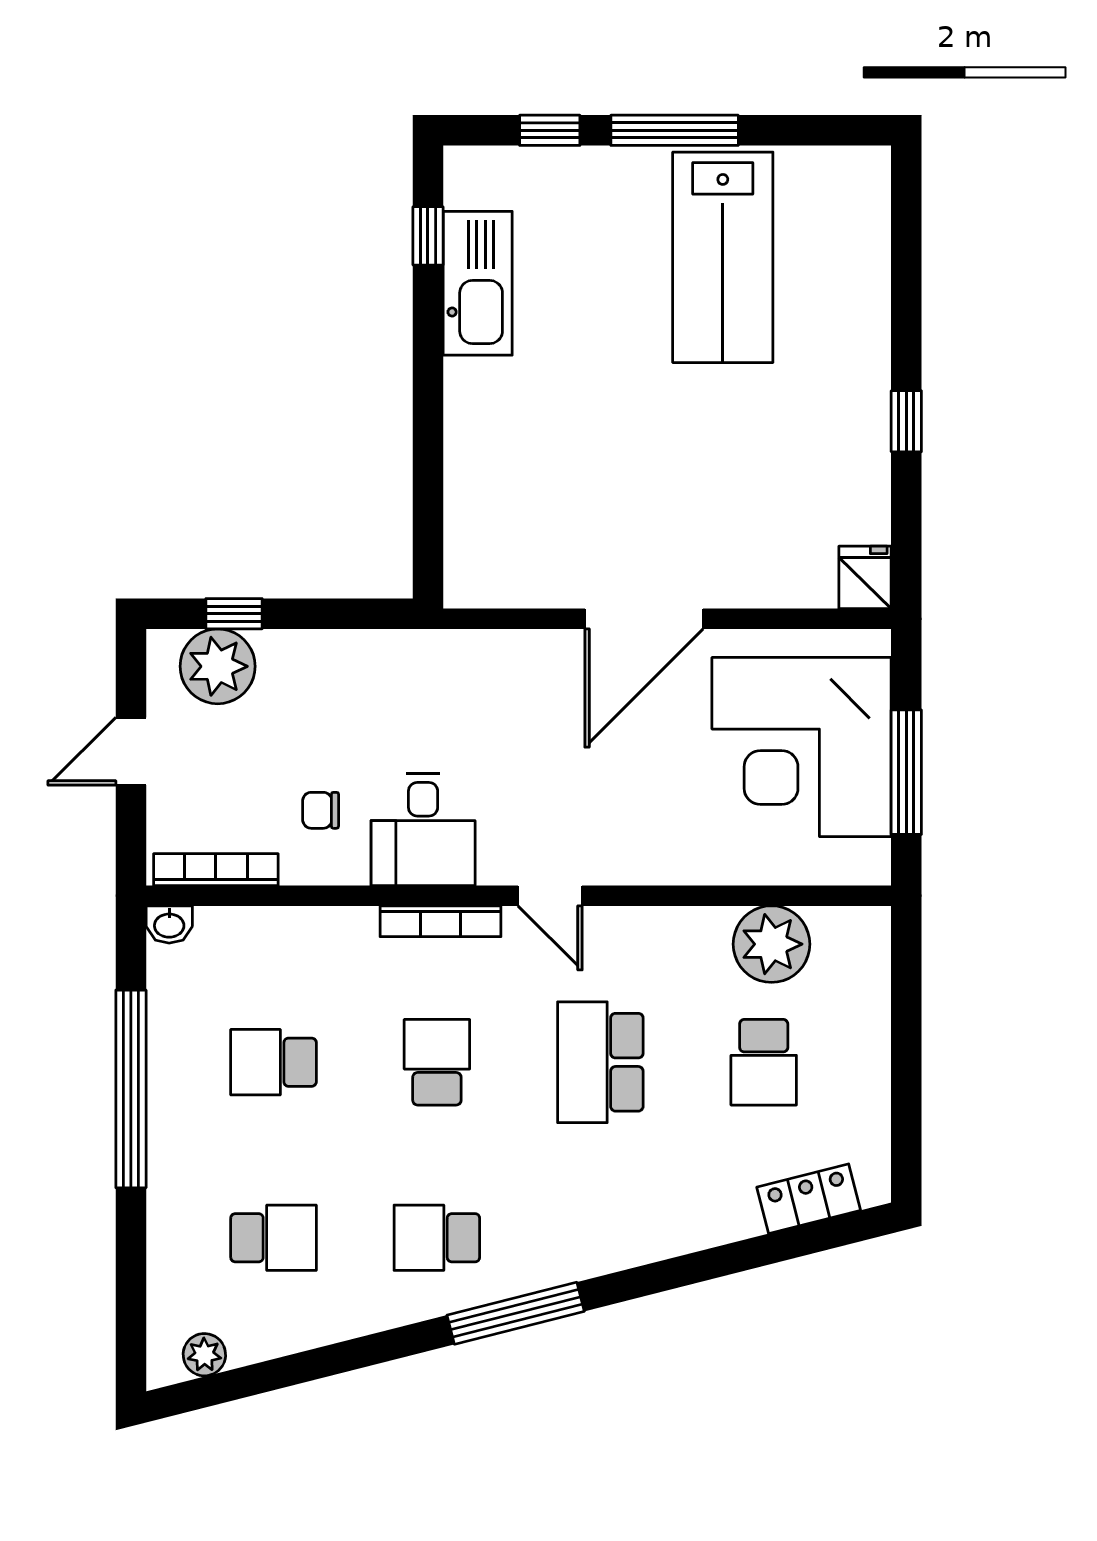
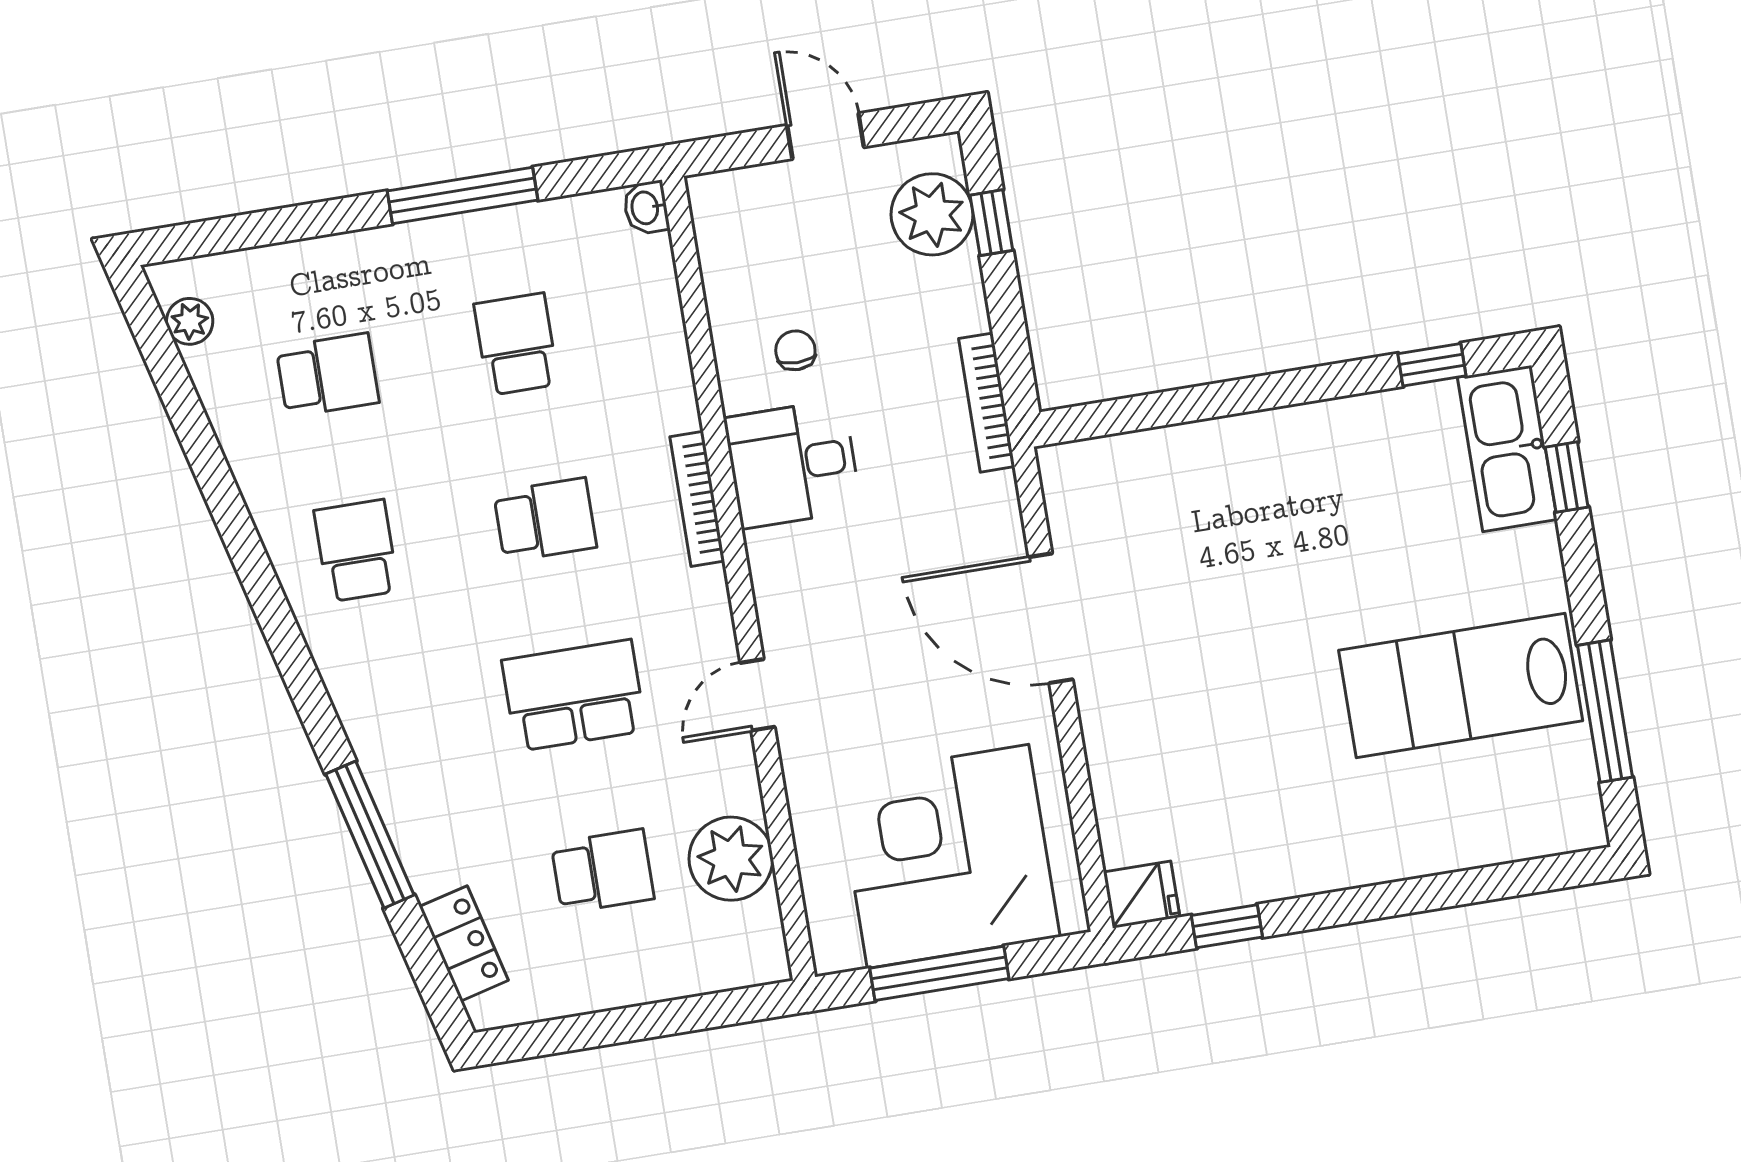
window: (675, 130) -> (1605, 711), moved
kitchen sink: (478, 283) -> (1507, 448), moved, turned 90
window: (906, 421) -> (1227, 926), moved
door: (644, 619) -> (1051, 618), moved
bookcase: (216, 870) -> (987, 403), moved, turned 180
door: (550, 896) -> (758, 695), moved
school desk: (764, 1062) -> (603, 871), turned 180
window: (131, 1089) -> (462, 196), width x0.68
school desk: (274, 1238) -> (328, 375), turned -90
window: (516, 1313) -> (370, 835), moved

